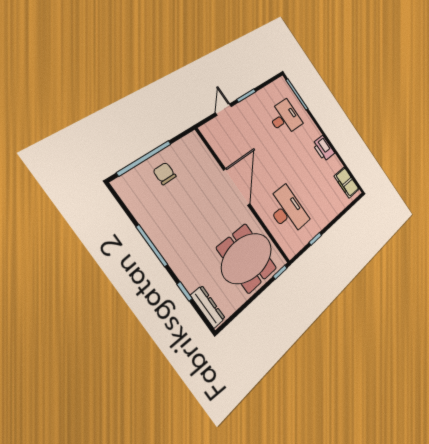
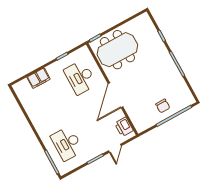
desk: (285, 118) -> (67, 143), width x1.37
printer: (324, 148) -> (124, 127), moved, turned 180
filing cabinet: (347, 183) -> (39, 78), moved, turned 90
dresser: (208, 307) -> (149, 25), removed

